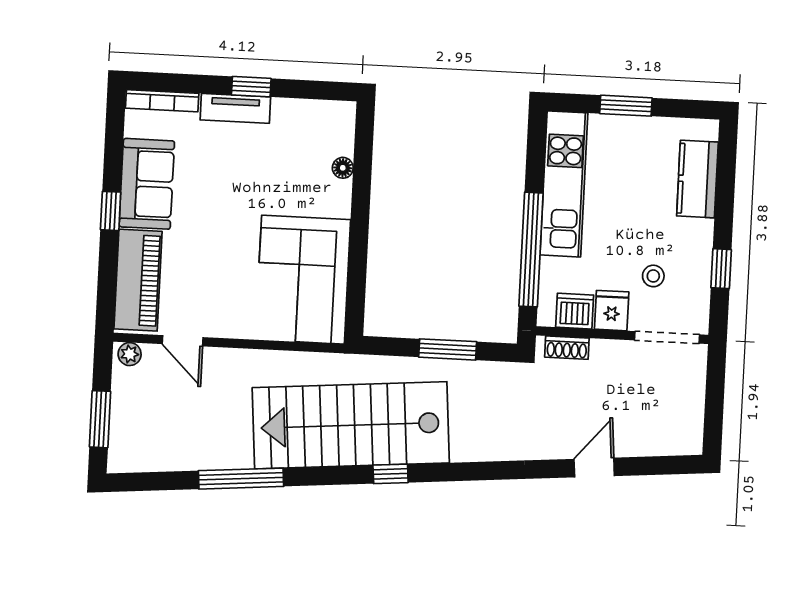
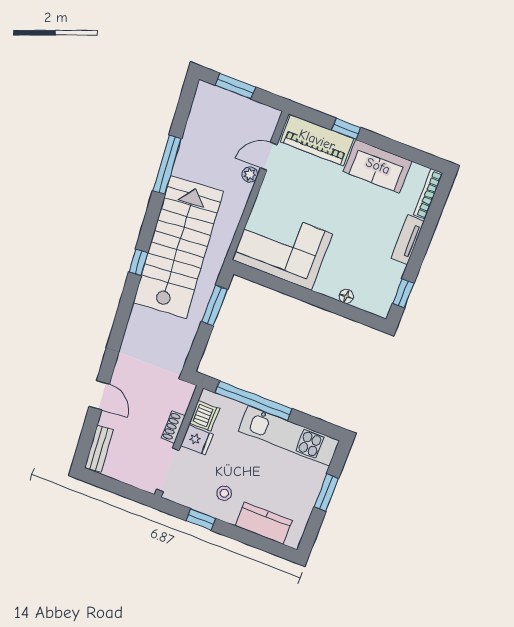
window: (251, 87) -> (403, 293), moved
window: (111, 211) -> (346, 129), moved
stool: (653, 276) -> (224, 493), moved
shoe rack: (567, 348) -> (173, 427), moved
window: (448, 349) -> (214, 305), moved
plant: (130, 354) -> (250, 175), moved
bench: (669, 443) -> (99, 449), added

